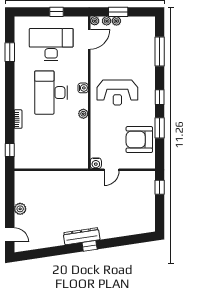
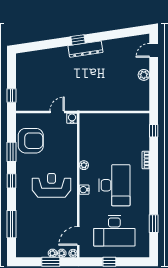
door: (10, 235) -> (154, 50), hinge flipped

